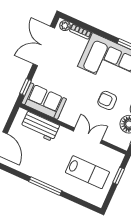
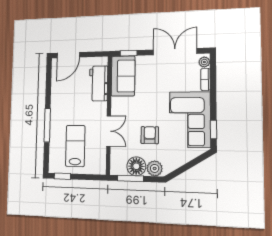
lab bench: (87, 172) -> (75, 146), turned 180
window: (119, 176) -> (62, 176), moved
window: (45, 186) -> (47, 125), moved

